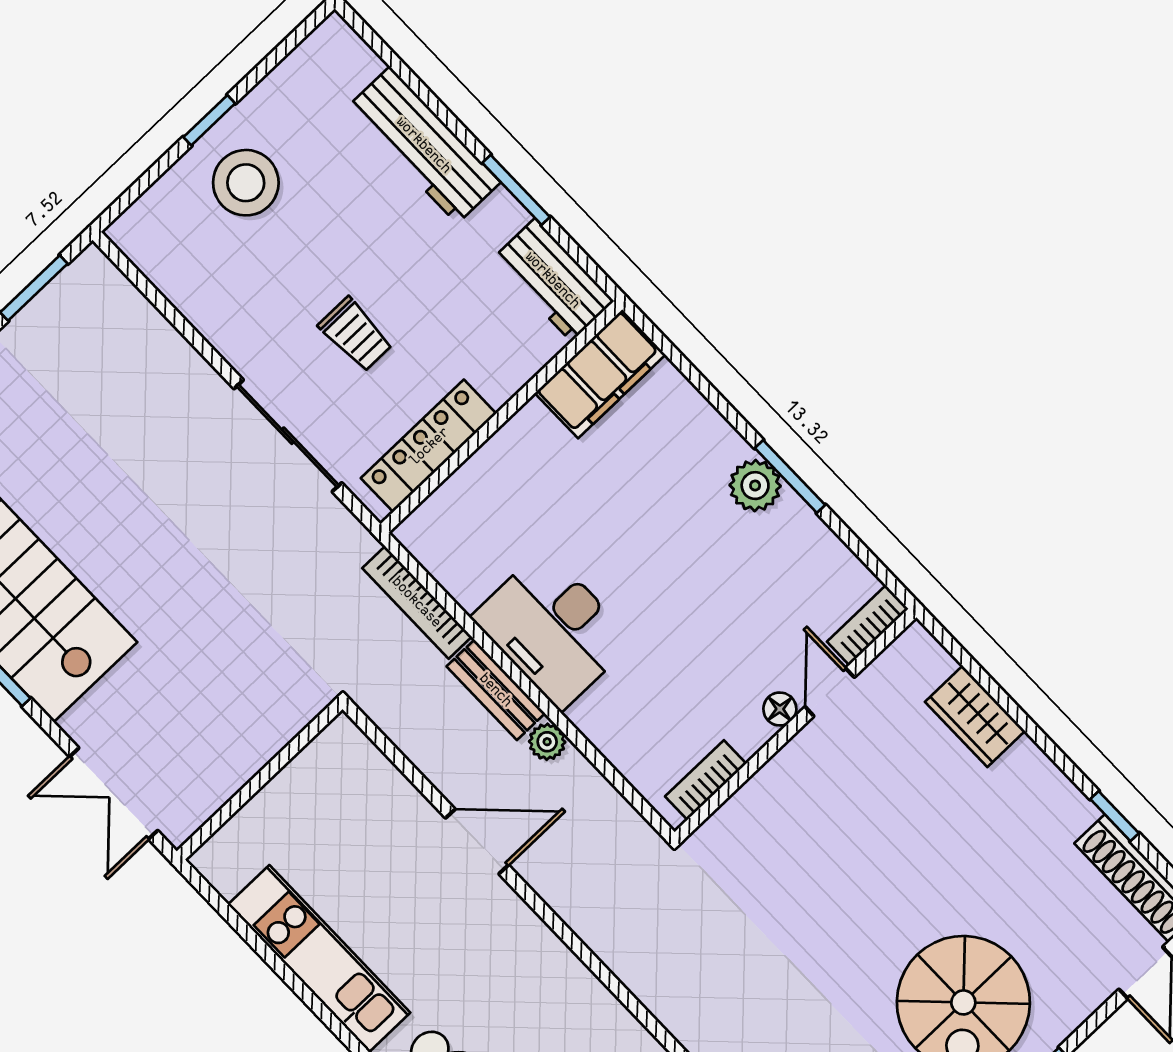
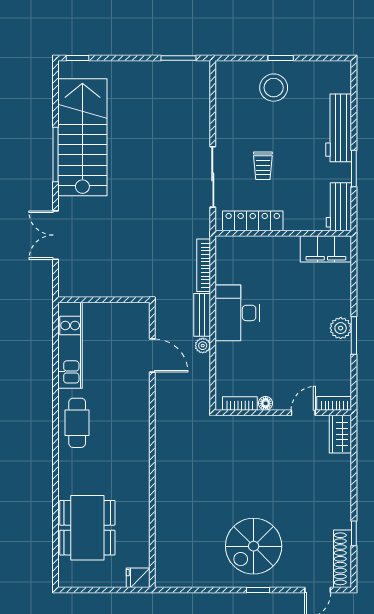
floor lamp: (780, 709) -> (266, 403), moved
wardrobe: (975, 716) -> (340, 434), moved
wall: (260, 780) -> (104, 300), moved

